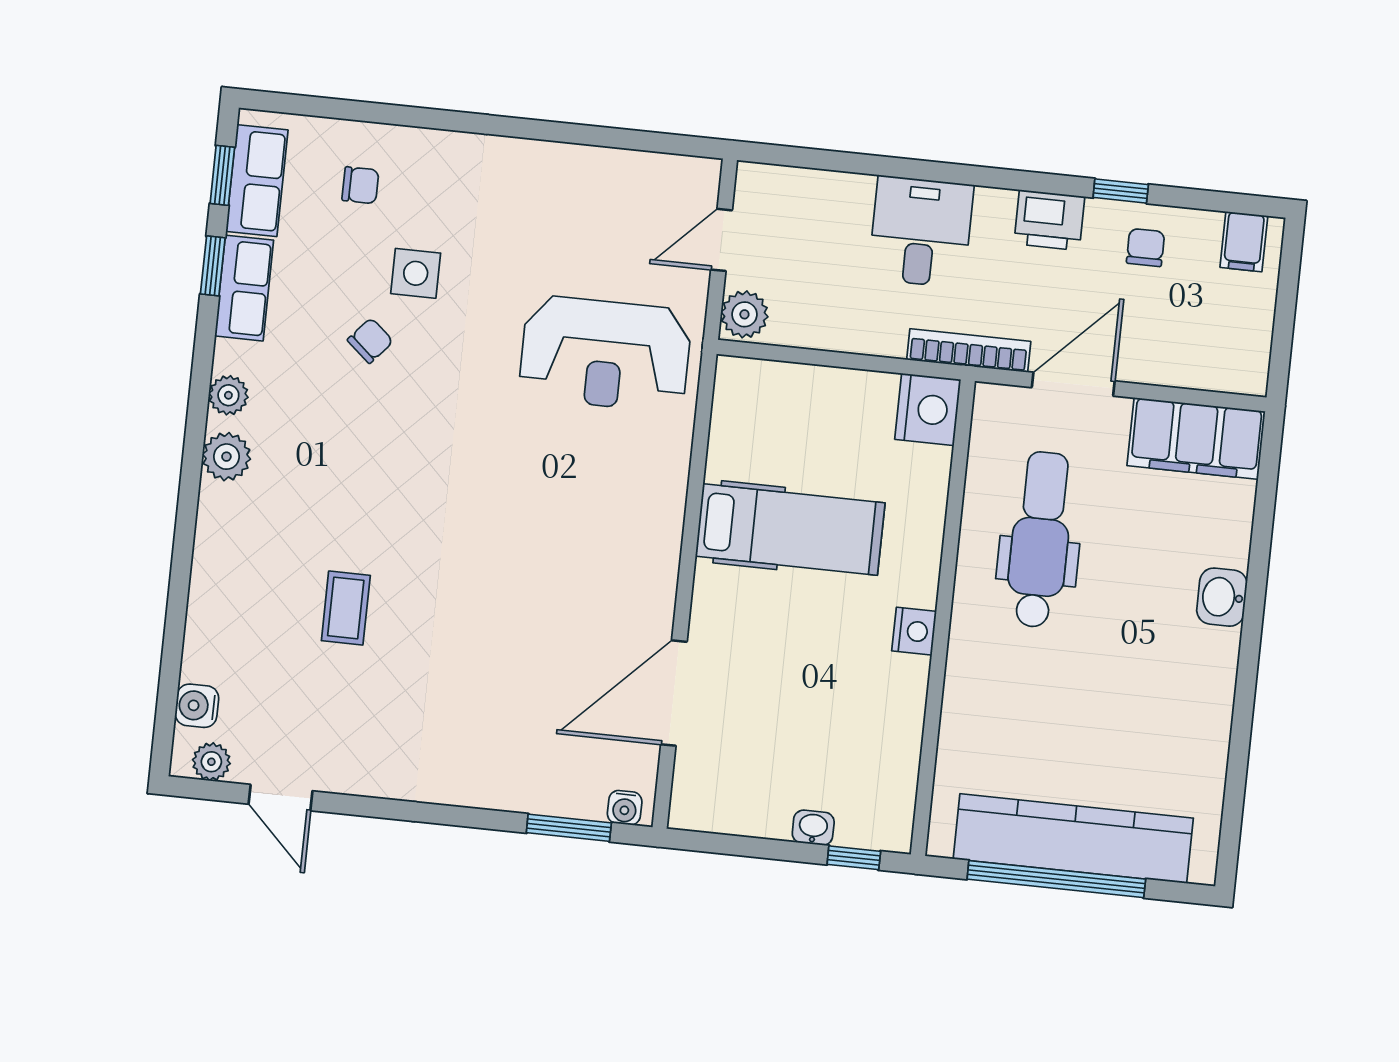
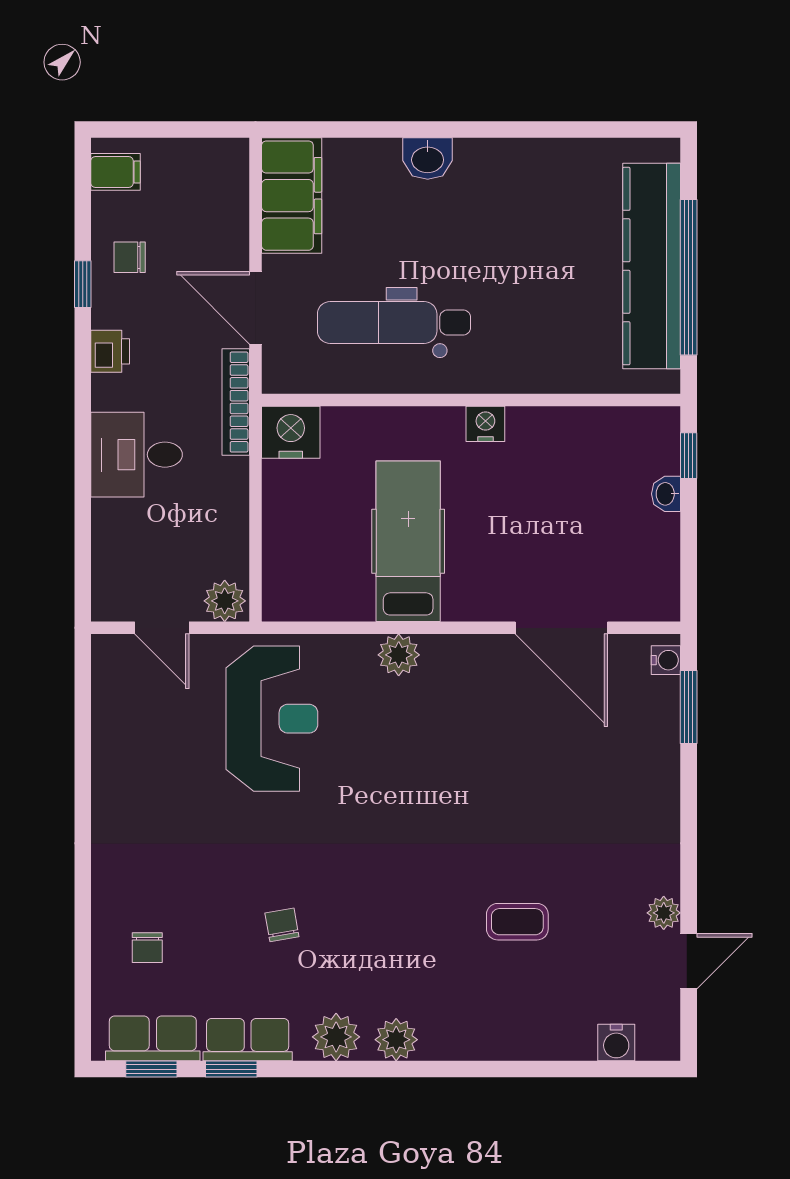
chair: (360, 185) -> (147, 948), turned 180
printer: (1049, 220) -> (110, 351), width x0.73, depth x0.81
side table: (416, 273) -> (219, 891), removed
chair: (370, 341) -> (282, 925), turned 39
plant: (228, 395) -> (336, 1037), width x1.38, depth x1.38
plant: (663, 505) -> (399, 655), added
plant: (211, 762) -> (664, 913), moved

